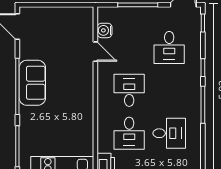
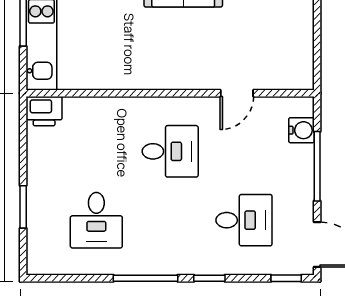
water cooler: (105, 30) -> (301, 130), moved, turned 90
desk: (169, 47) -> (244, 220), turned 180
desk: (129, 133) -> (96, 151), removed

